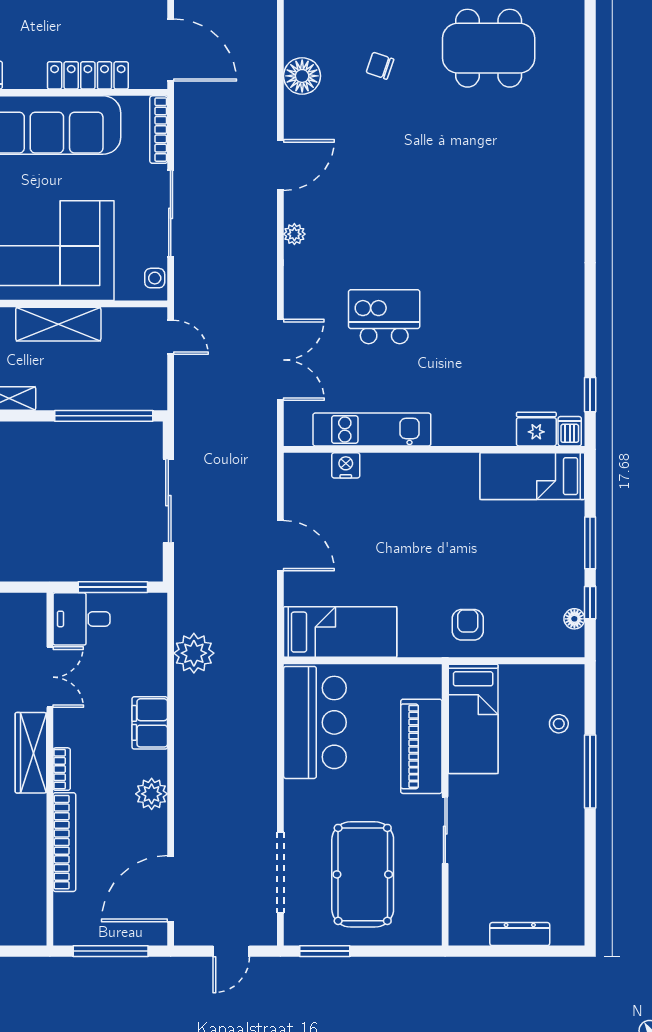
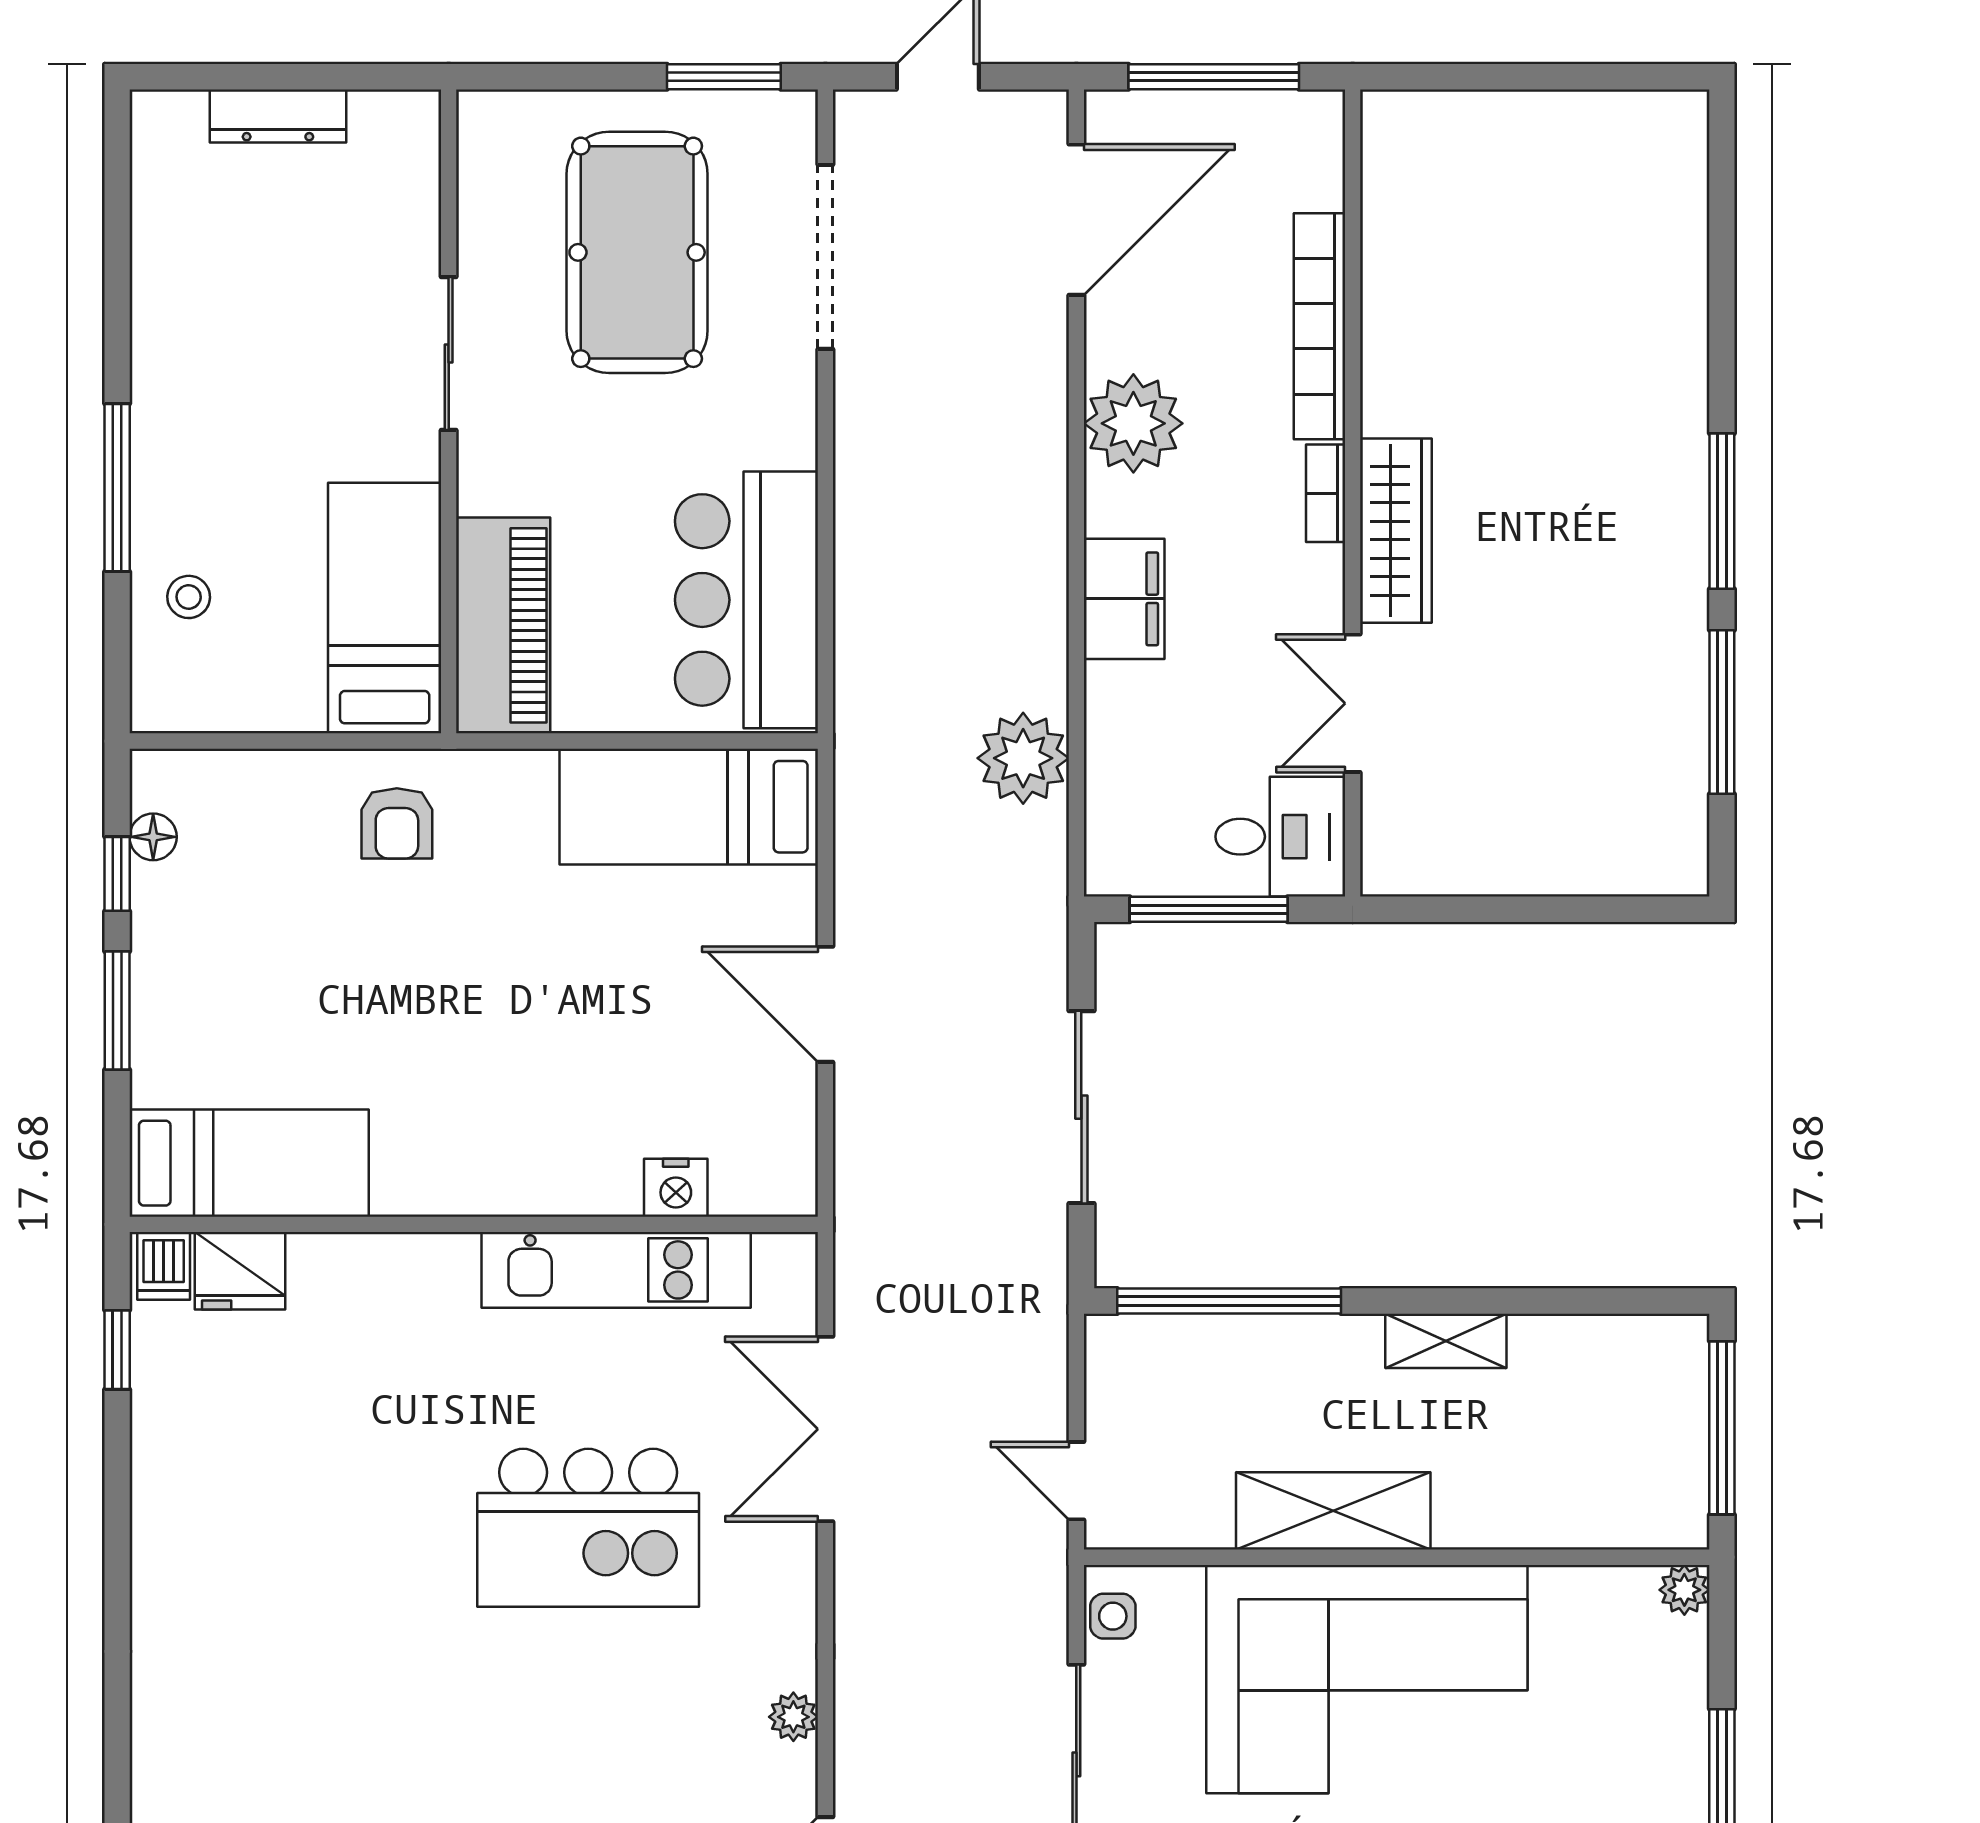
kitchen island: (384, 317) -> (588, 1528), width x1.37, depth x1.28
piano: (421, 746) -> (503, 625), moved
plant: (152, 794) -> (1133, 423), width x1.36, depth x1.36

